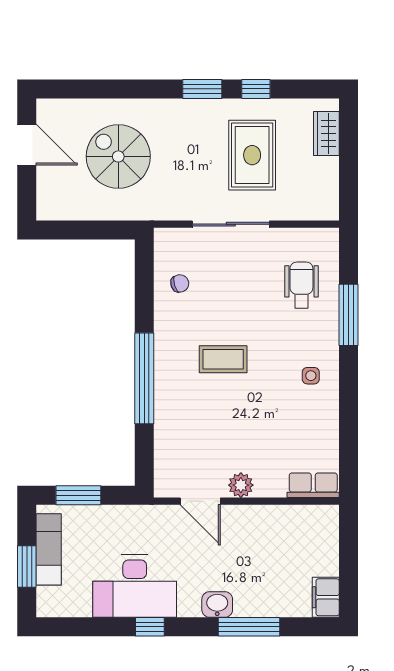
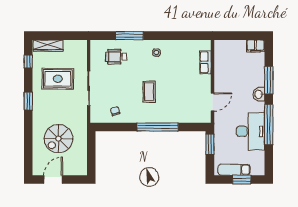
window: (256, 89) -> (28, 62), moved
wardrobe: (326, 133) -> (48, 46), width x1.50
plant: (241, 485) -> (205, 84), removed
row of seats: (313, 485) -> (205, 62), moved
window: (78, 495) -> (210, 144), moved
window: (150, 627) -> (269, 125), width x3.17

